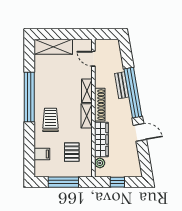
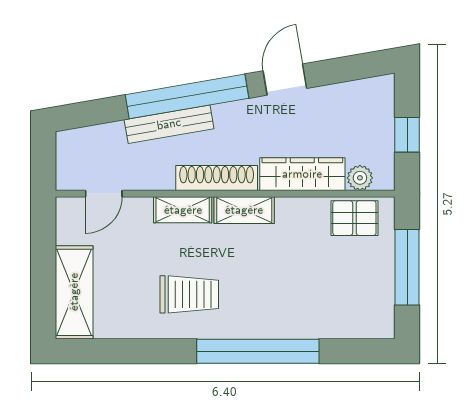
bench: (122, 85) -> (169, 124), width x1.36
window: (29, 97) -> (258, 351), moved
trolley: (50, 120) -> (189, 294), moved, turned 180
pallet: (72, 152) -> (354, 218), moved
filing cabinet: (42, 154) -> (338, 320), removed

